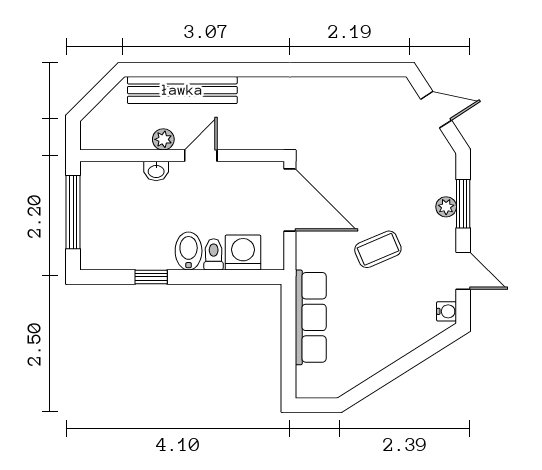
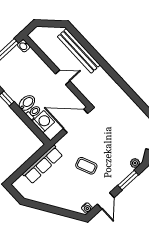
plant: (163, 139) -> (56, 60), removed
washbasin: (156, 171) -> (24, 46), moved
door: (290, 200) -> (75, 121), swing flipped
plant: (446, 207) -> (135, 163), moved

